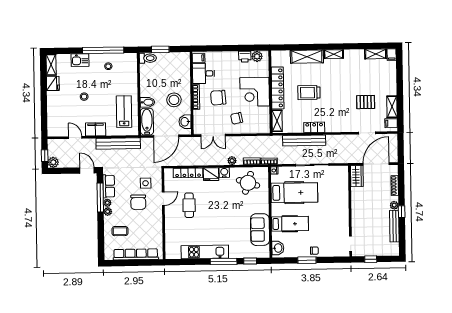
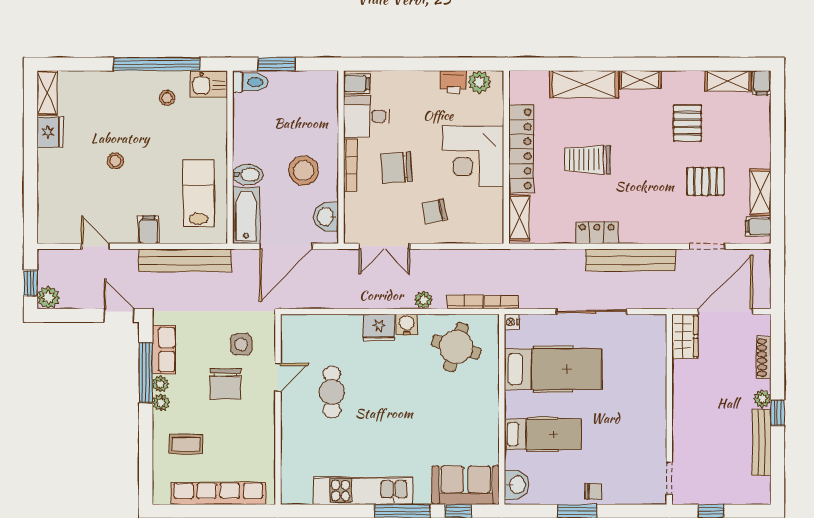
kitchen sink: (80, 60) -> (209, 84), moved
pallet: (357, 74) -> (687, 123), added
filing cabinet: (96, 129) -> (149, 230), width x0.50
bench: (304, 140) -> (631, 260), moved
locker: (188, 173) -> (331, 324), removed
sofa: (260, 230) -> (466, 485), moved, turned 90

